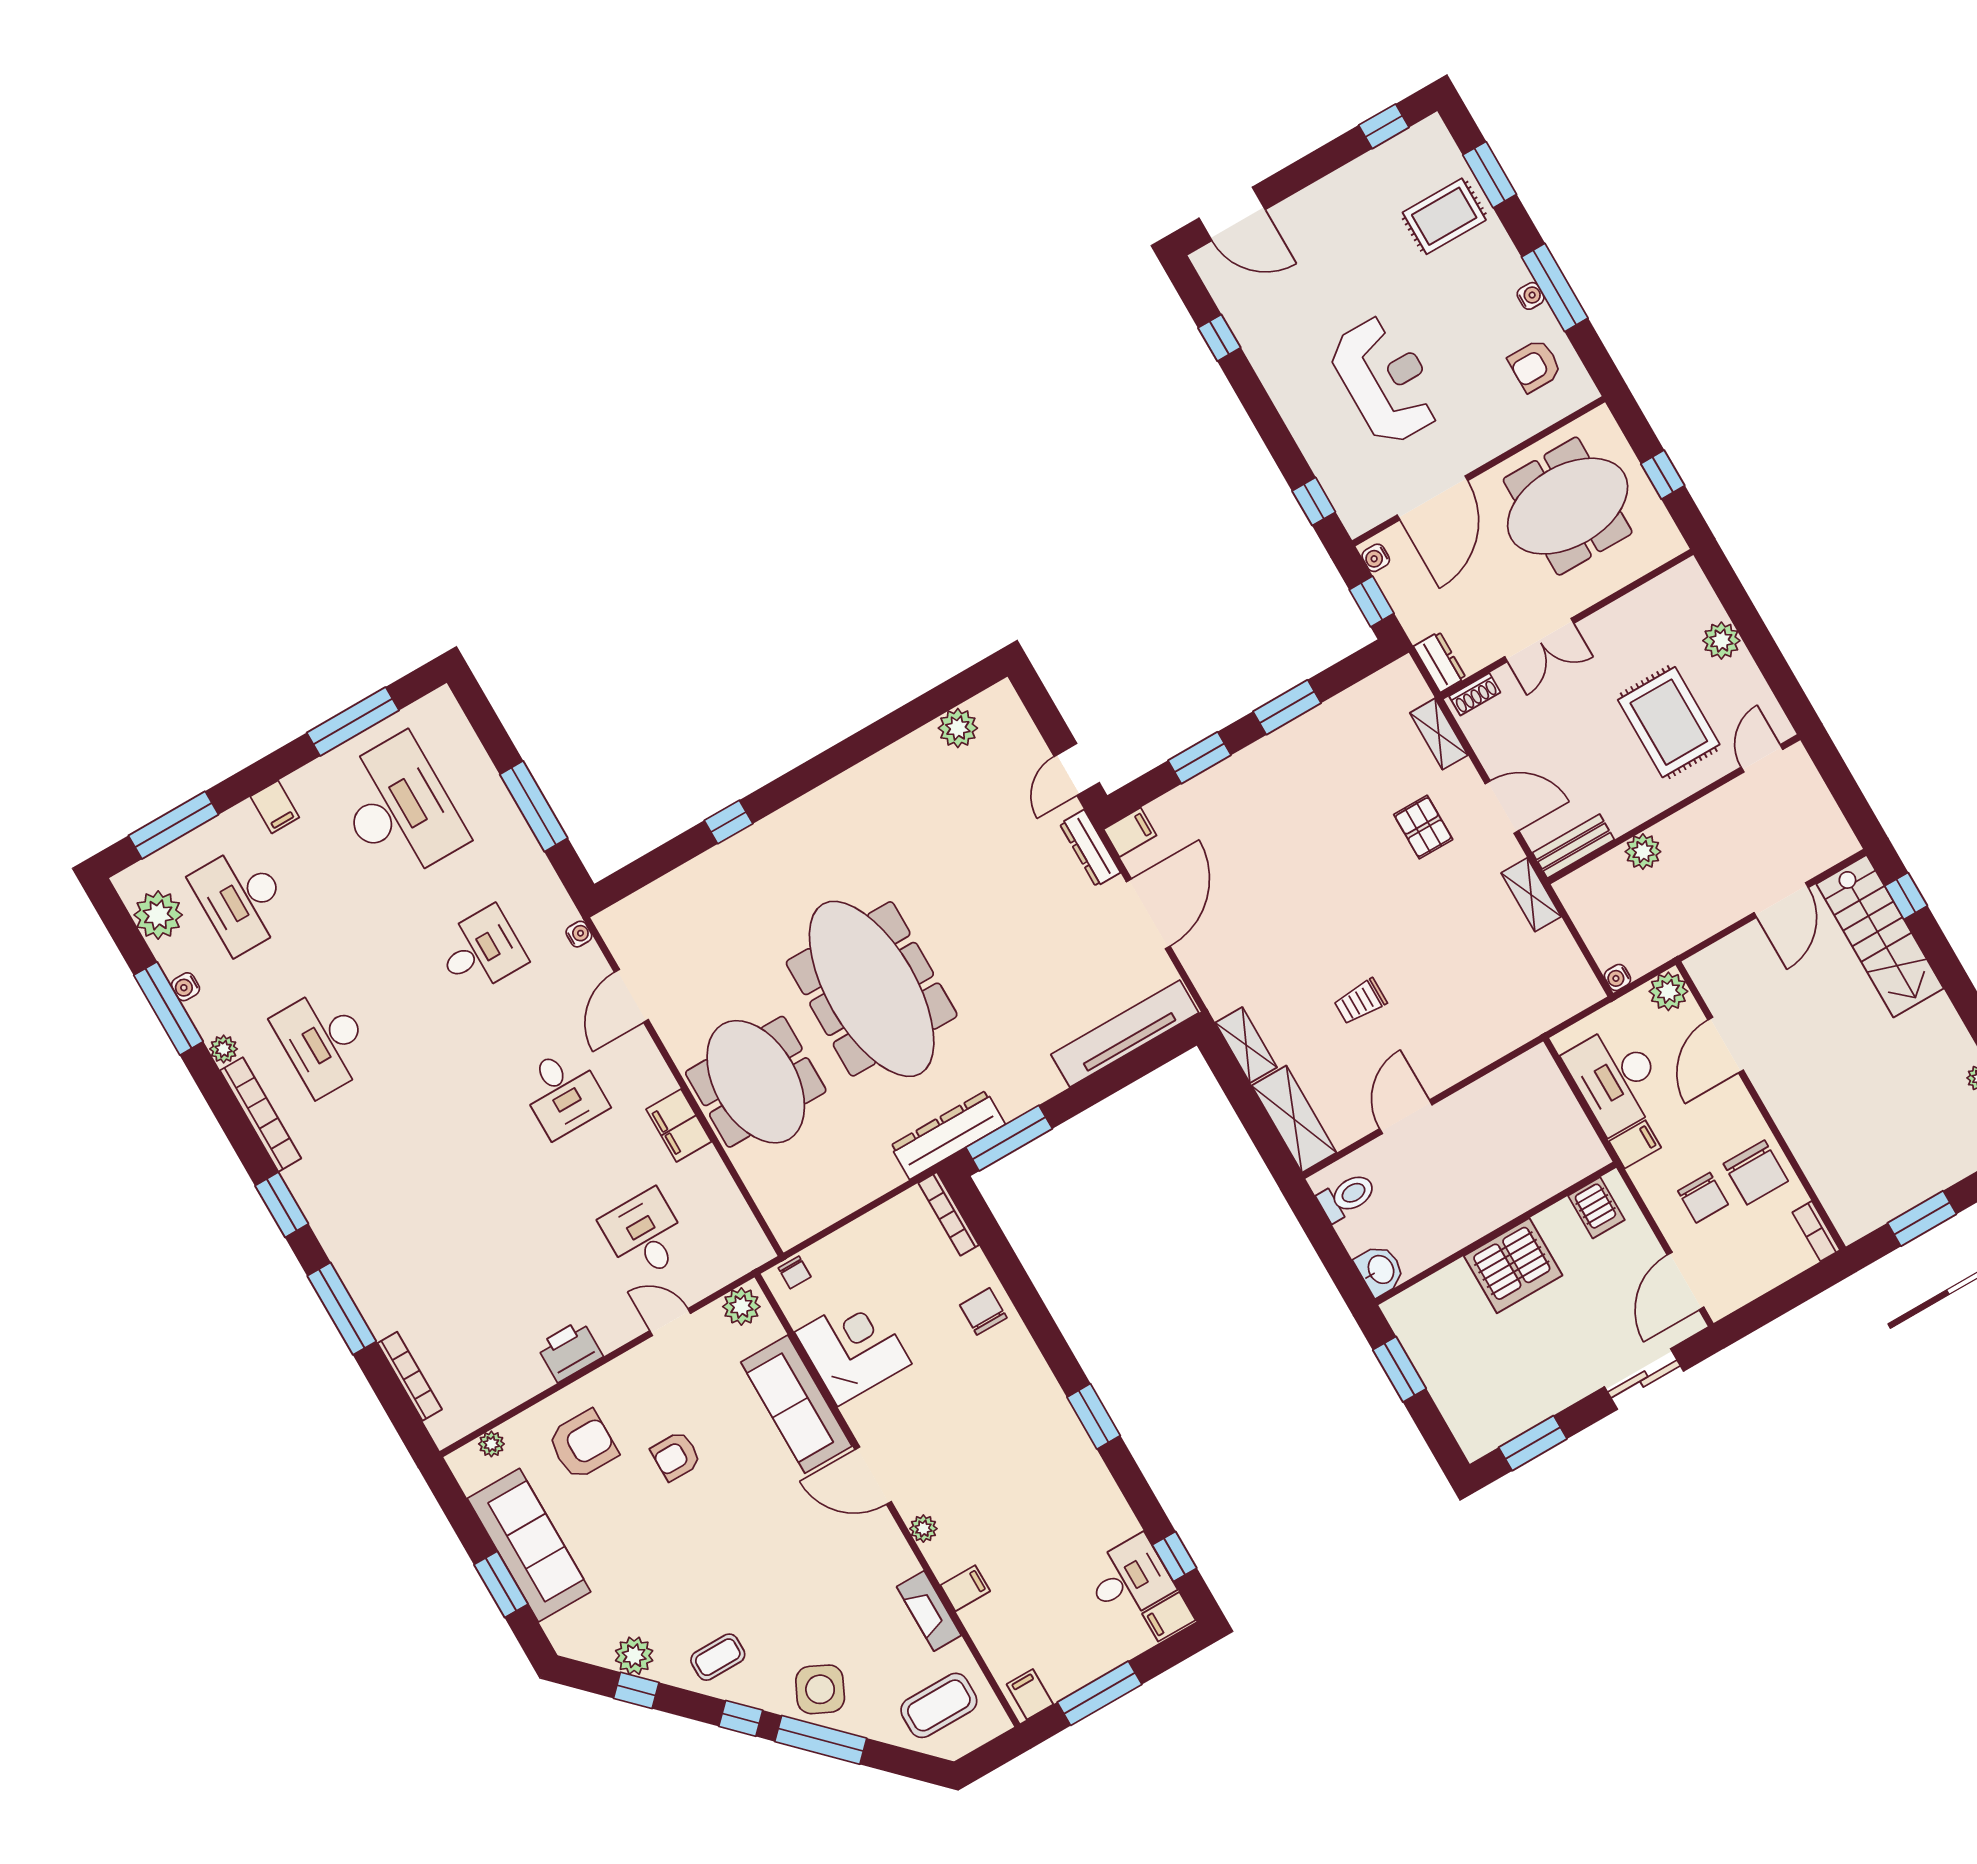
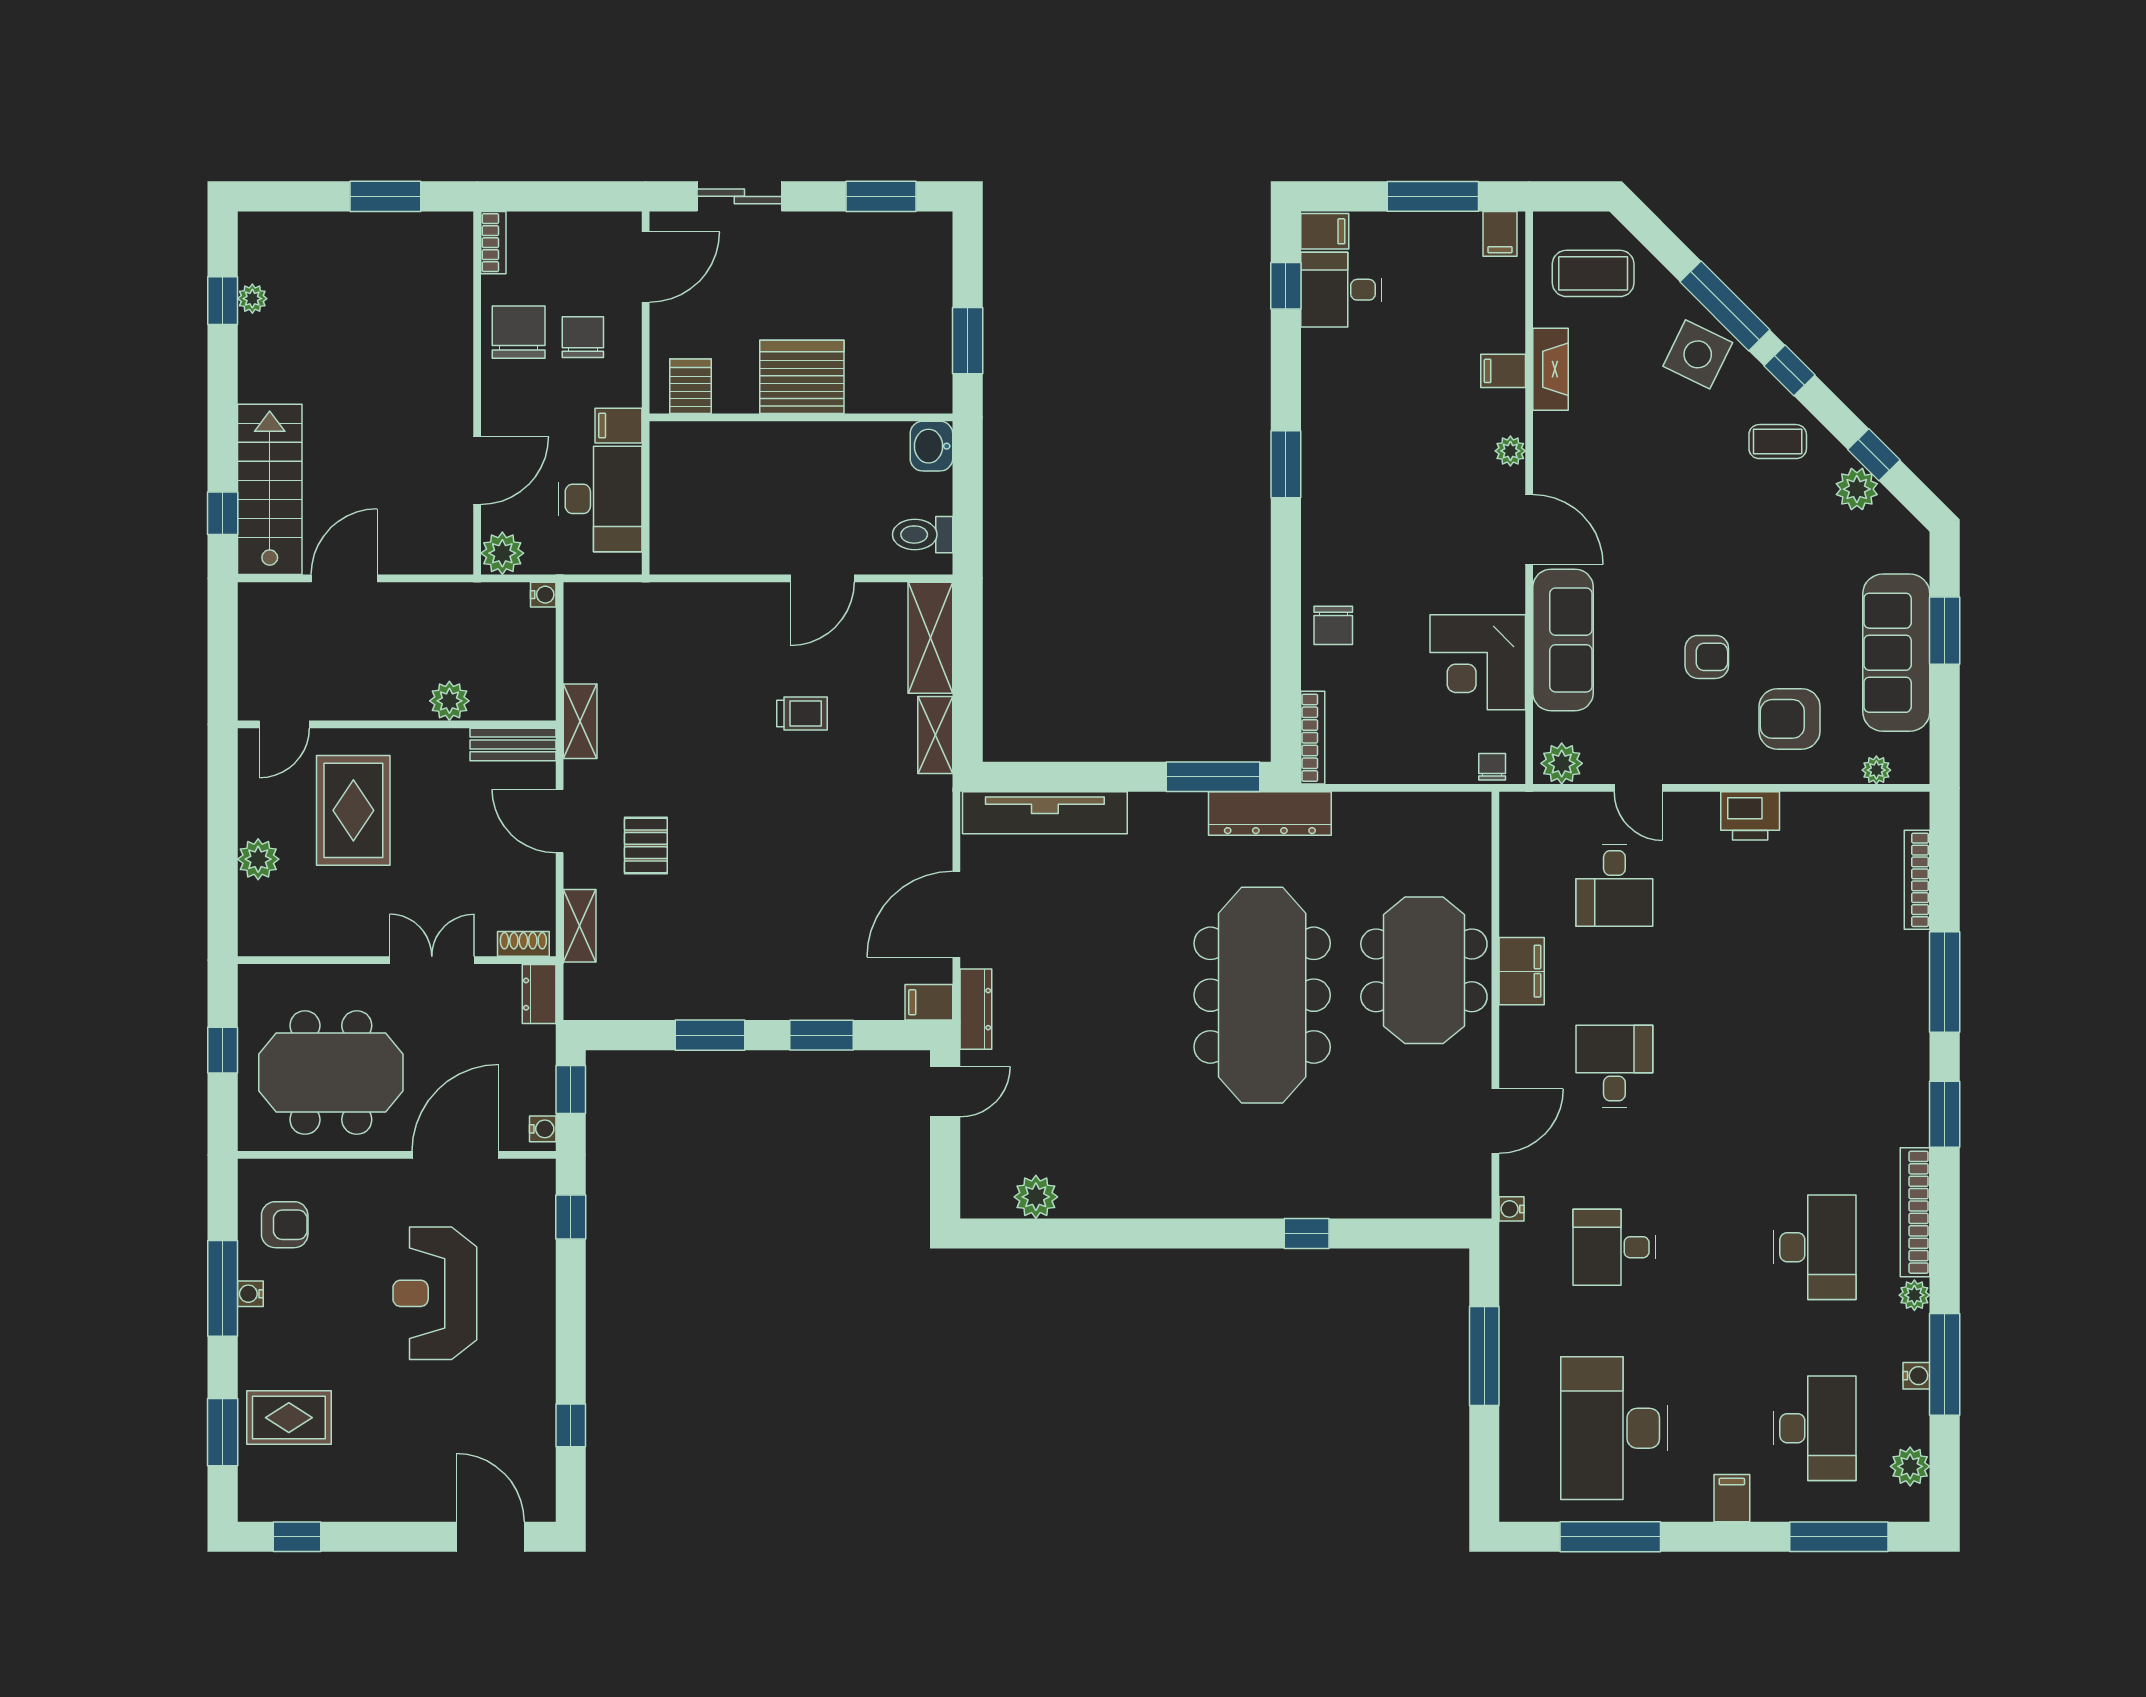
plant: (158, 915) -> (1910, 1466), width x0.73, depth x0.73

